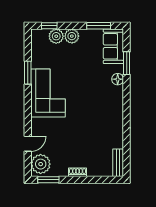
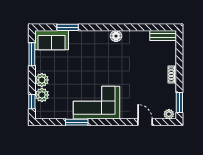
floor lamp: (118, 79) -> (116, 36), moved
plant: (41, 164) -> (169, 114), width x0.53, depth x0.53

